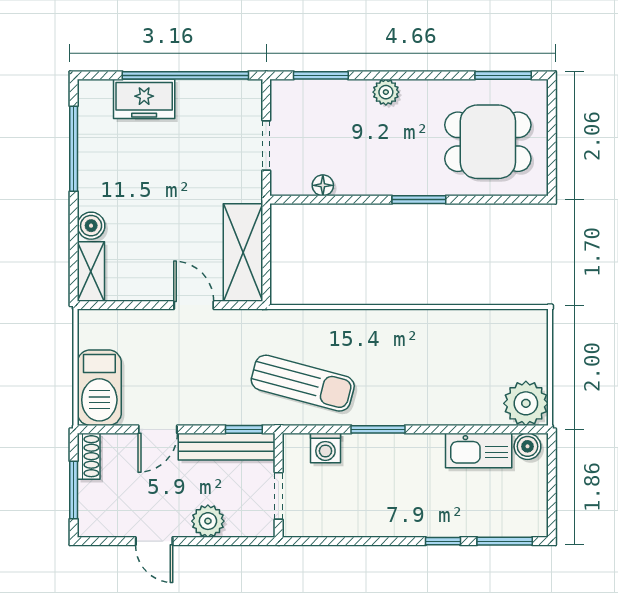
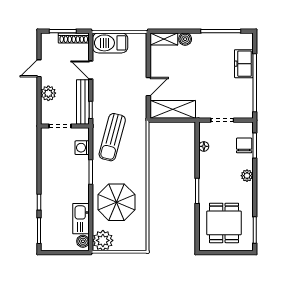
chair: (321, 98) -> (244, 145), added
parasol: (443, 374) -> (116, 202), added
shoe rack: (89, 456) -> (74, 38), width x1.43

